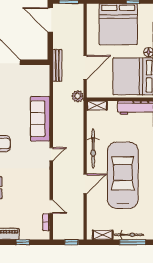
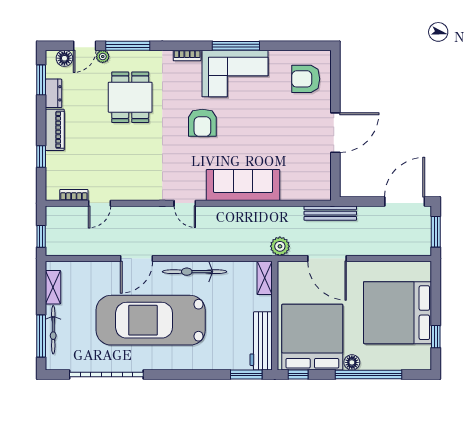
car: (123, 175) -> (151, 320), turned 180
door: (85, 184) -> (137, 259), hinge flipped

